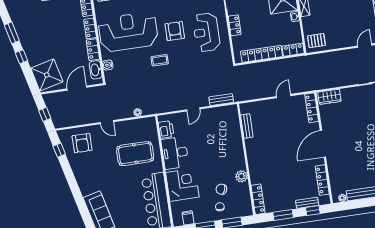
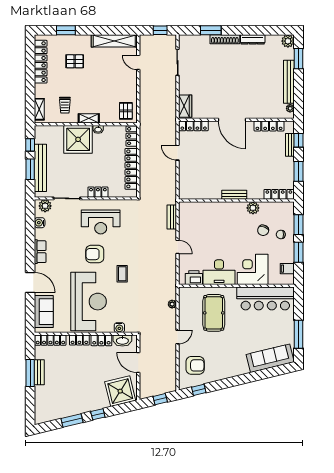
reception desk: (128, 32) -> (89, 302), turned 180
bench: (247, 126) -> (234, 195), moved

